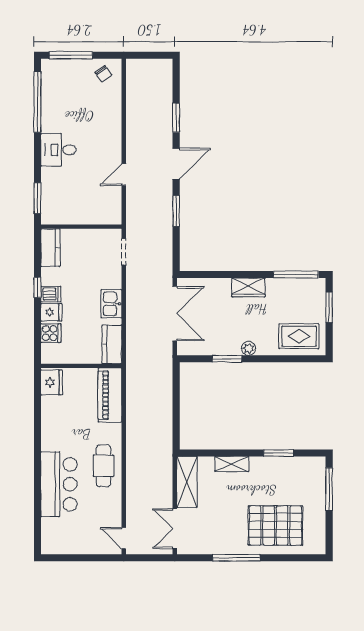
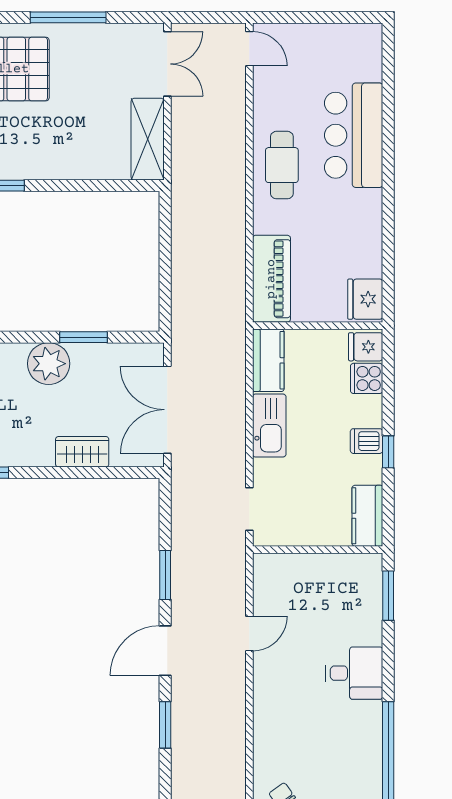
wardrobe: (248, 287) -> (82, 452), moved
kitchen sink: (111, 304) -> (269, 426), width x1.38
fridge: (51, 312) -> (366, 347), moved
plant: (249, 348) -> (49, 364), width x1.87, depth x1.87
shelving: (232, 464) -> (76, 168), removed

